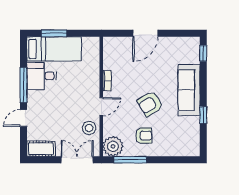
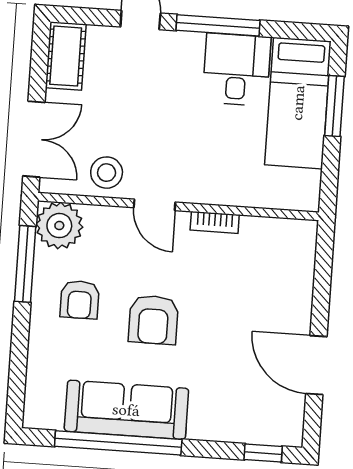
door: (145, 33) -> (316, 365), moved
sofa: (189, 90) -> (126, 410), moved
armchair: (150, 104) -> (153, 320), turned -149
window: (203, 115) -> (118, 443), width x3.17

